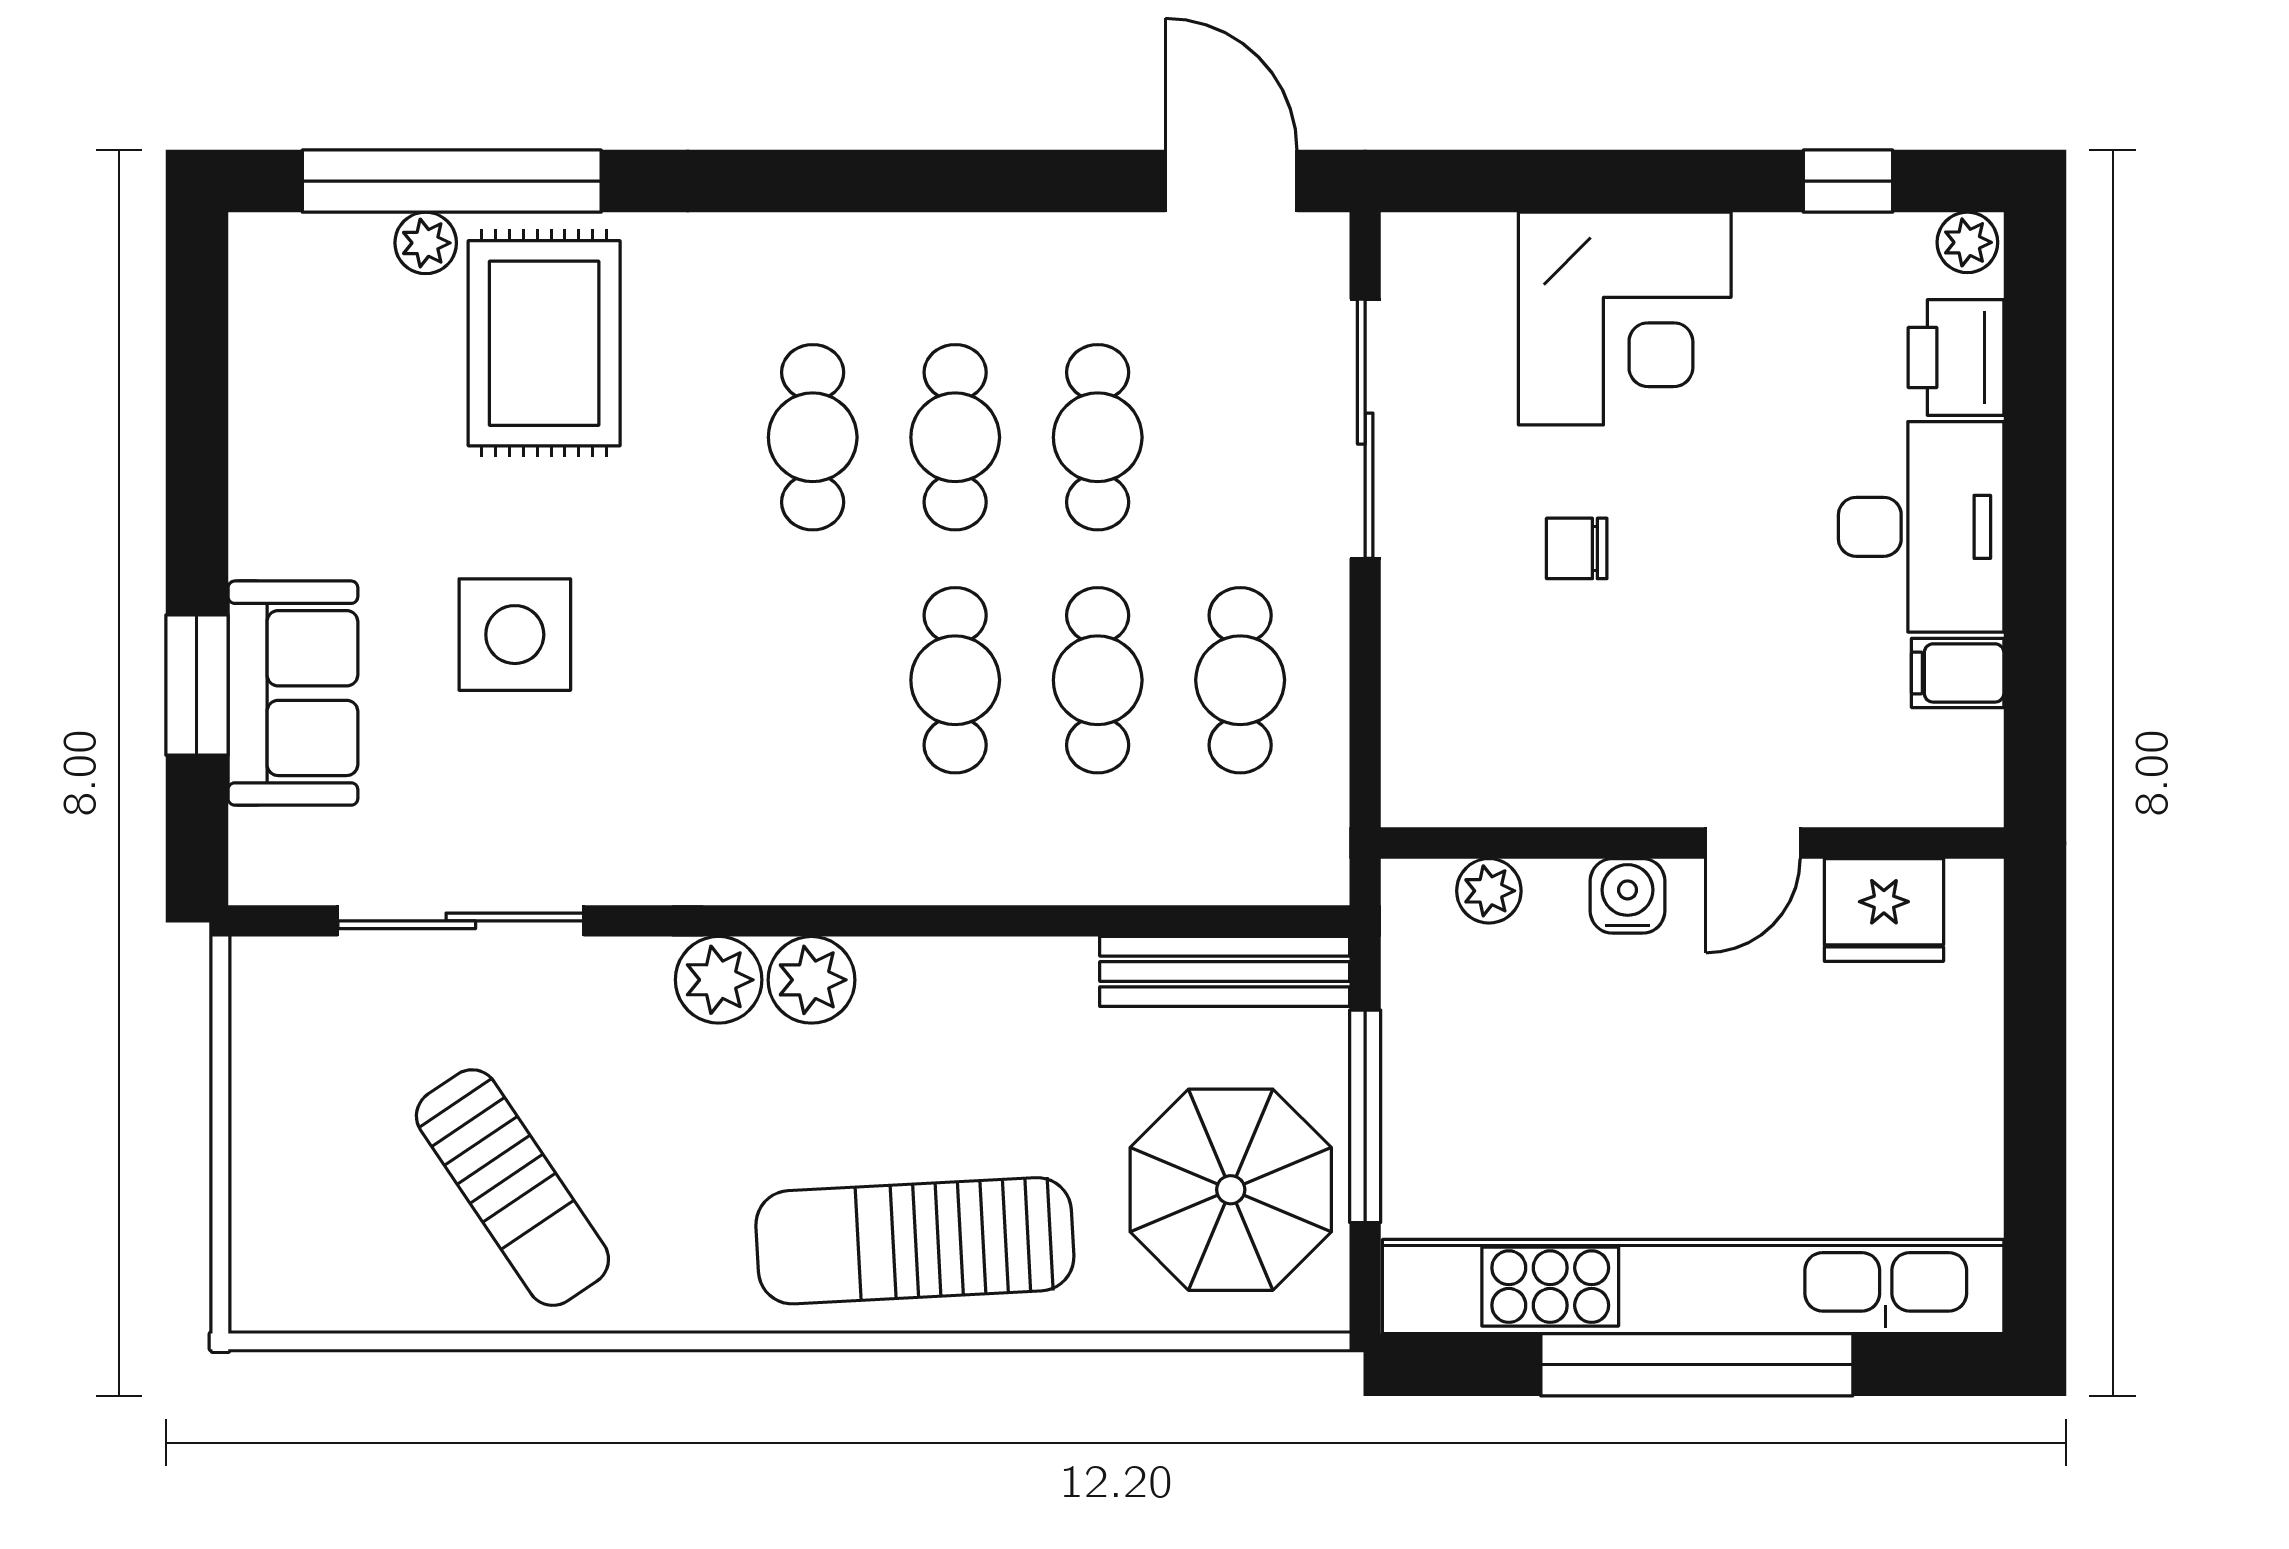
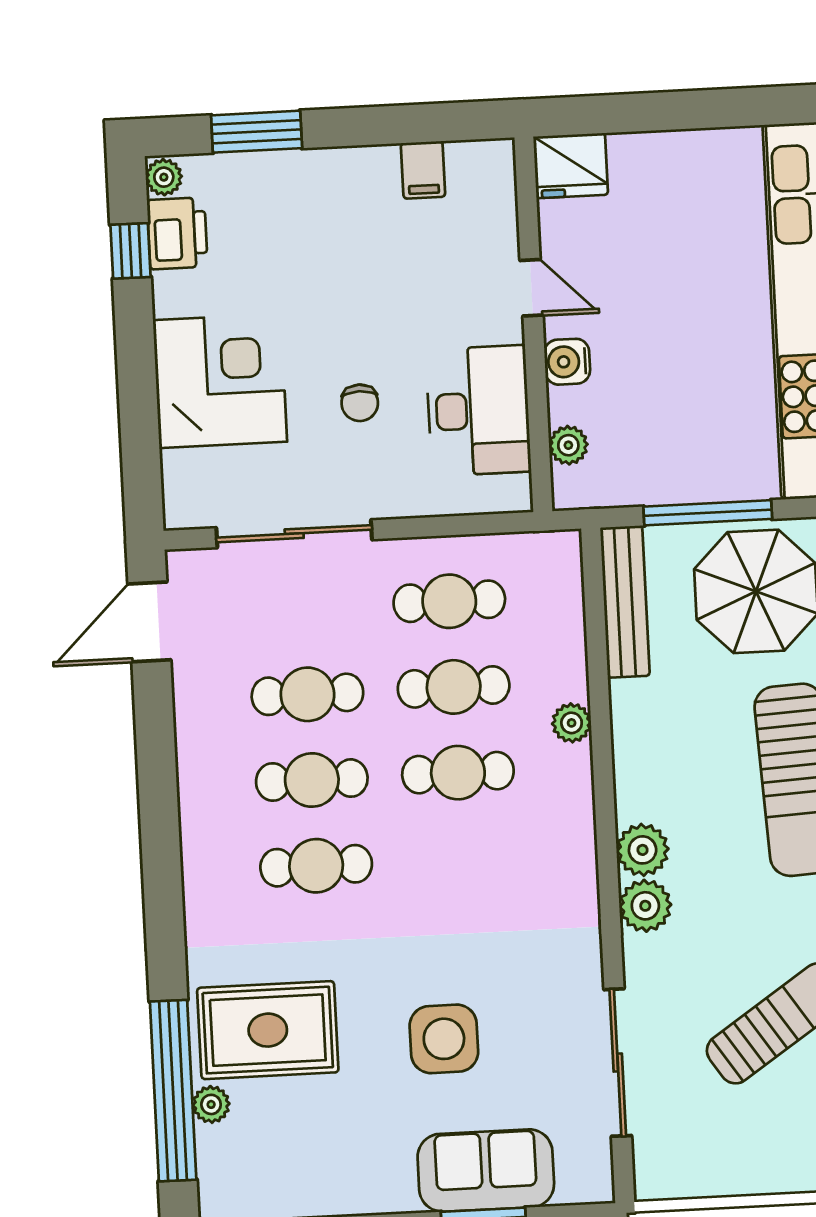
printer: (1956, 358) -> (177, 233), moved, turned -90
window: (2035, 400) -> (257, 132), added
desk: (1921, 527) -> (478, 411), moved, turned 90
plant: (1028, 873) -> (572, 723), added
fridge: (1884, 910) -> (571, 166), moved, turned 90

